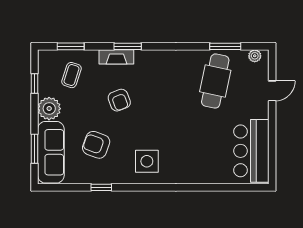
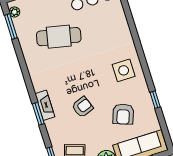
window: (225, 46) -> (11, 26), moved
fireplace: (116, 57) -> (45, 105), moved
cafe table: (215, 81) -> (59, 37), moved

